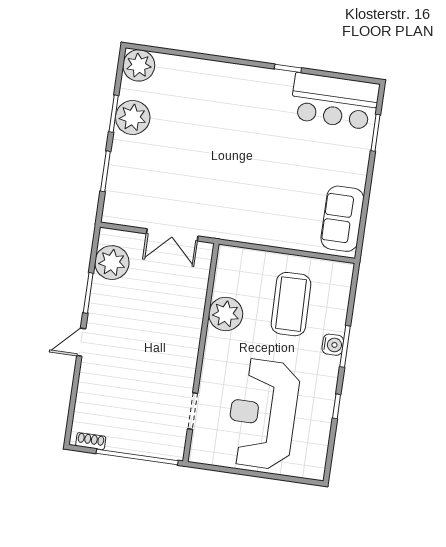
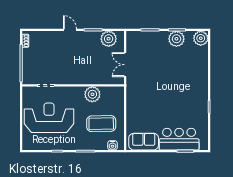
bar counter: (335, 101) -> (179, 139), moved, turned 90
water cooler: (333, 345) -> (113, 145), moved

